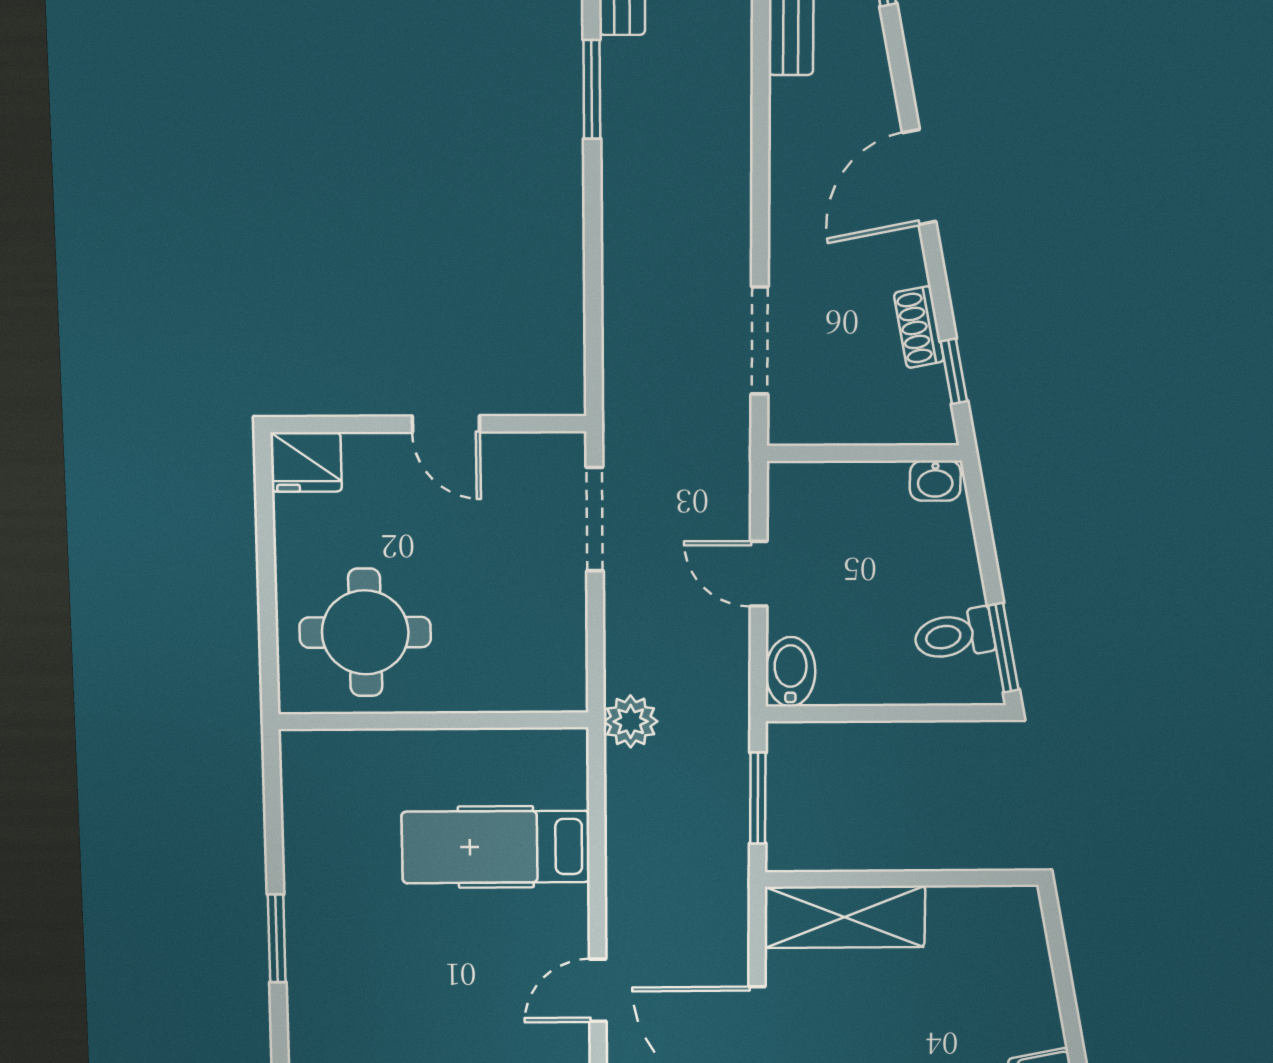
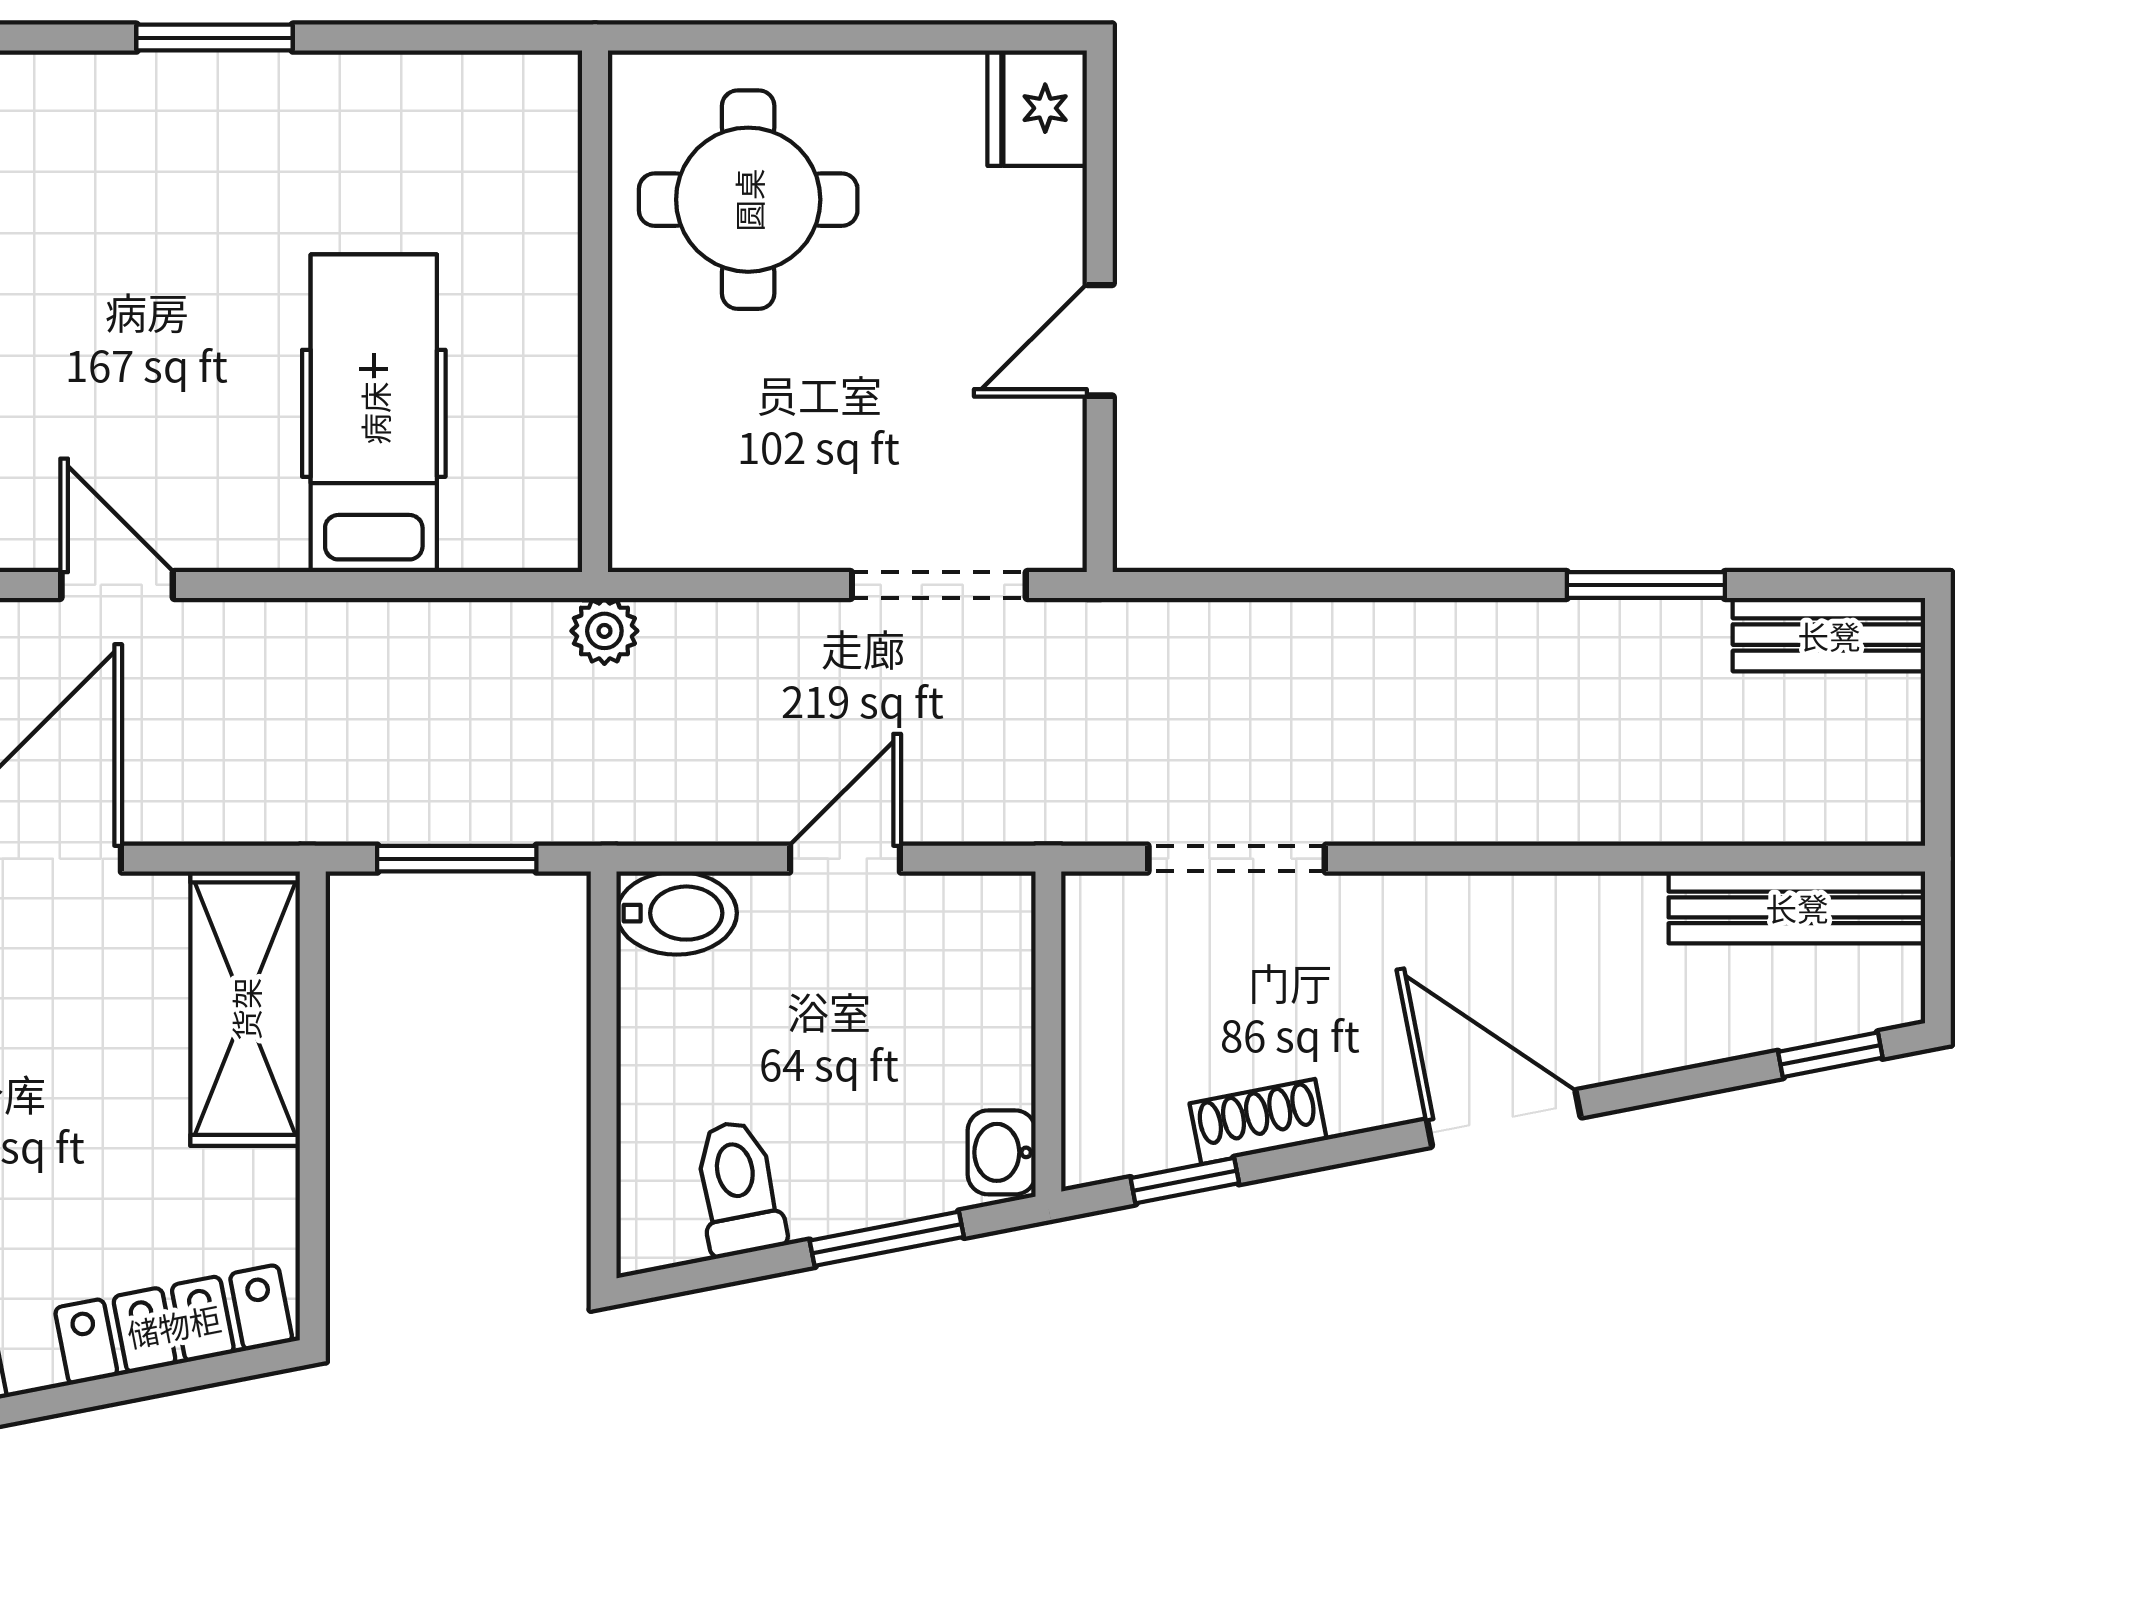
window: (1004, 648) -> (887, 1239), moved
plant: (631, 721) -> (604, 631), width x0.73, depth x0.73
locker: (1028, 955) -> (174, 1325), added

